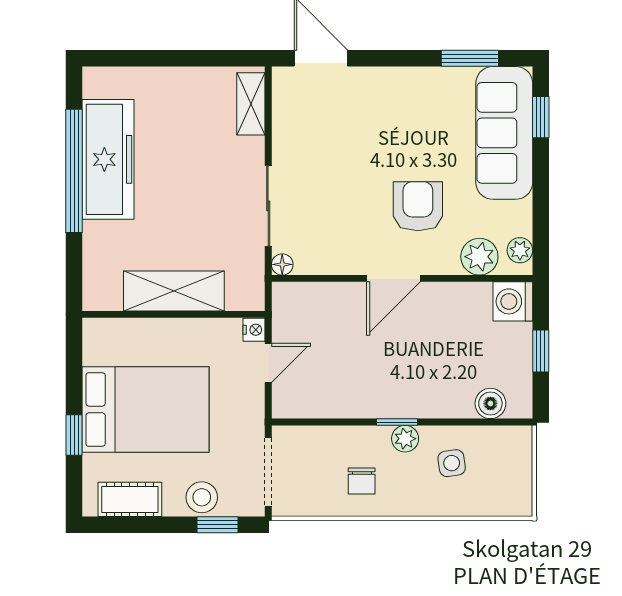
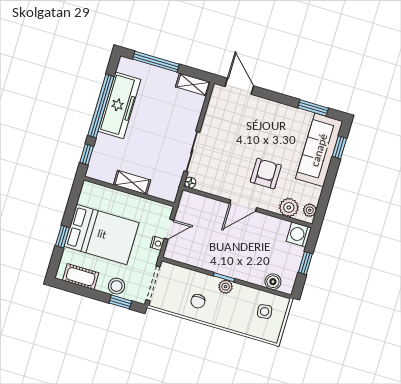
window: (152, 58) -> (156, 62), added
shelving: (251, 104) -> (193, 85), moved, turned 90
window: (74, 269) -> (87, 154), added
shelving: (174, 291) -> (132, 182), width x0.67, depth x0.75
nightstand: (254, 330) -> (157, 243), moved
side table: (452, 463) -> (265, 312), moved

